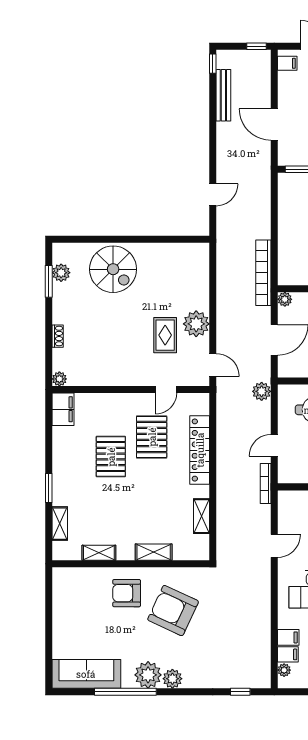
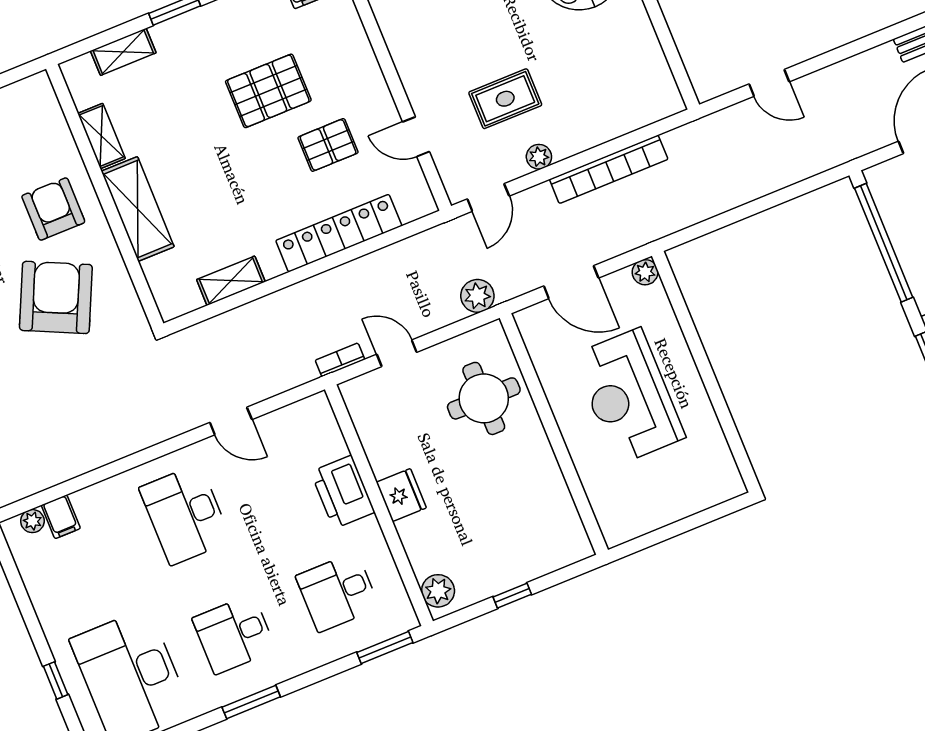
bookcase: (263, 273) -> (609, 169), moved, turned 180
plant: (196, 324) -> (539, 157), width x0.53, depth x0.53
pallet: (152, 437) -> (328, 145), width x0.67, depth x0.71
bookcase: (266, 484) -> (340, 360), width x0.64
shelving: (154, 552) -> (138, 209), width x1.50, depth x1.33
filing cabinet: (288, 637) -> (89, 506), removed

